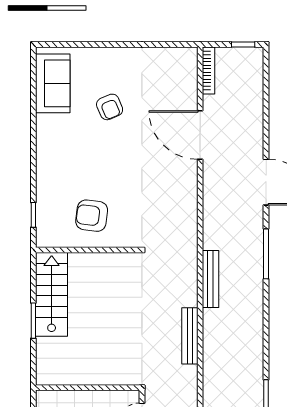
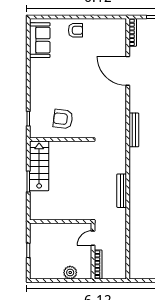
armchair: (110, 107) -> (76, 30), moved, turned -67
bench: (210, 279) -> (134, 130), moved

